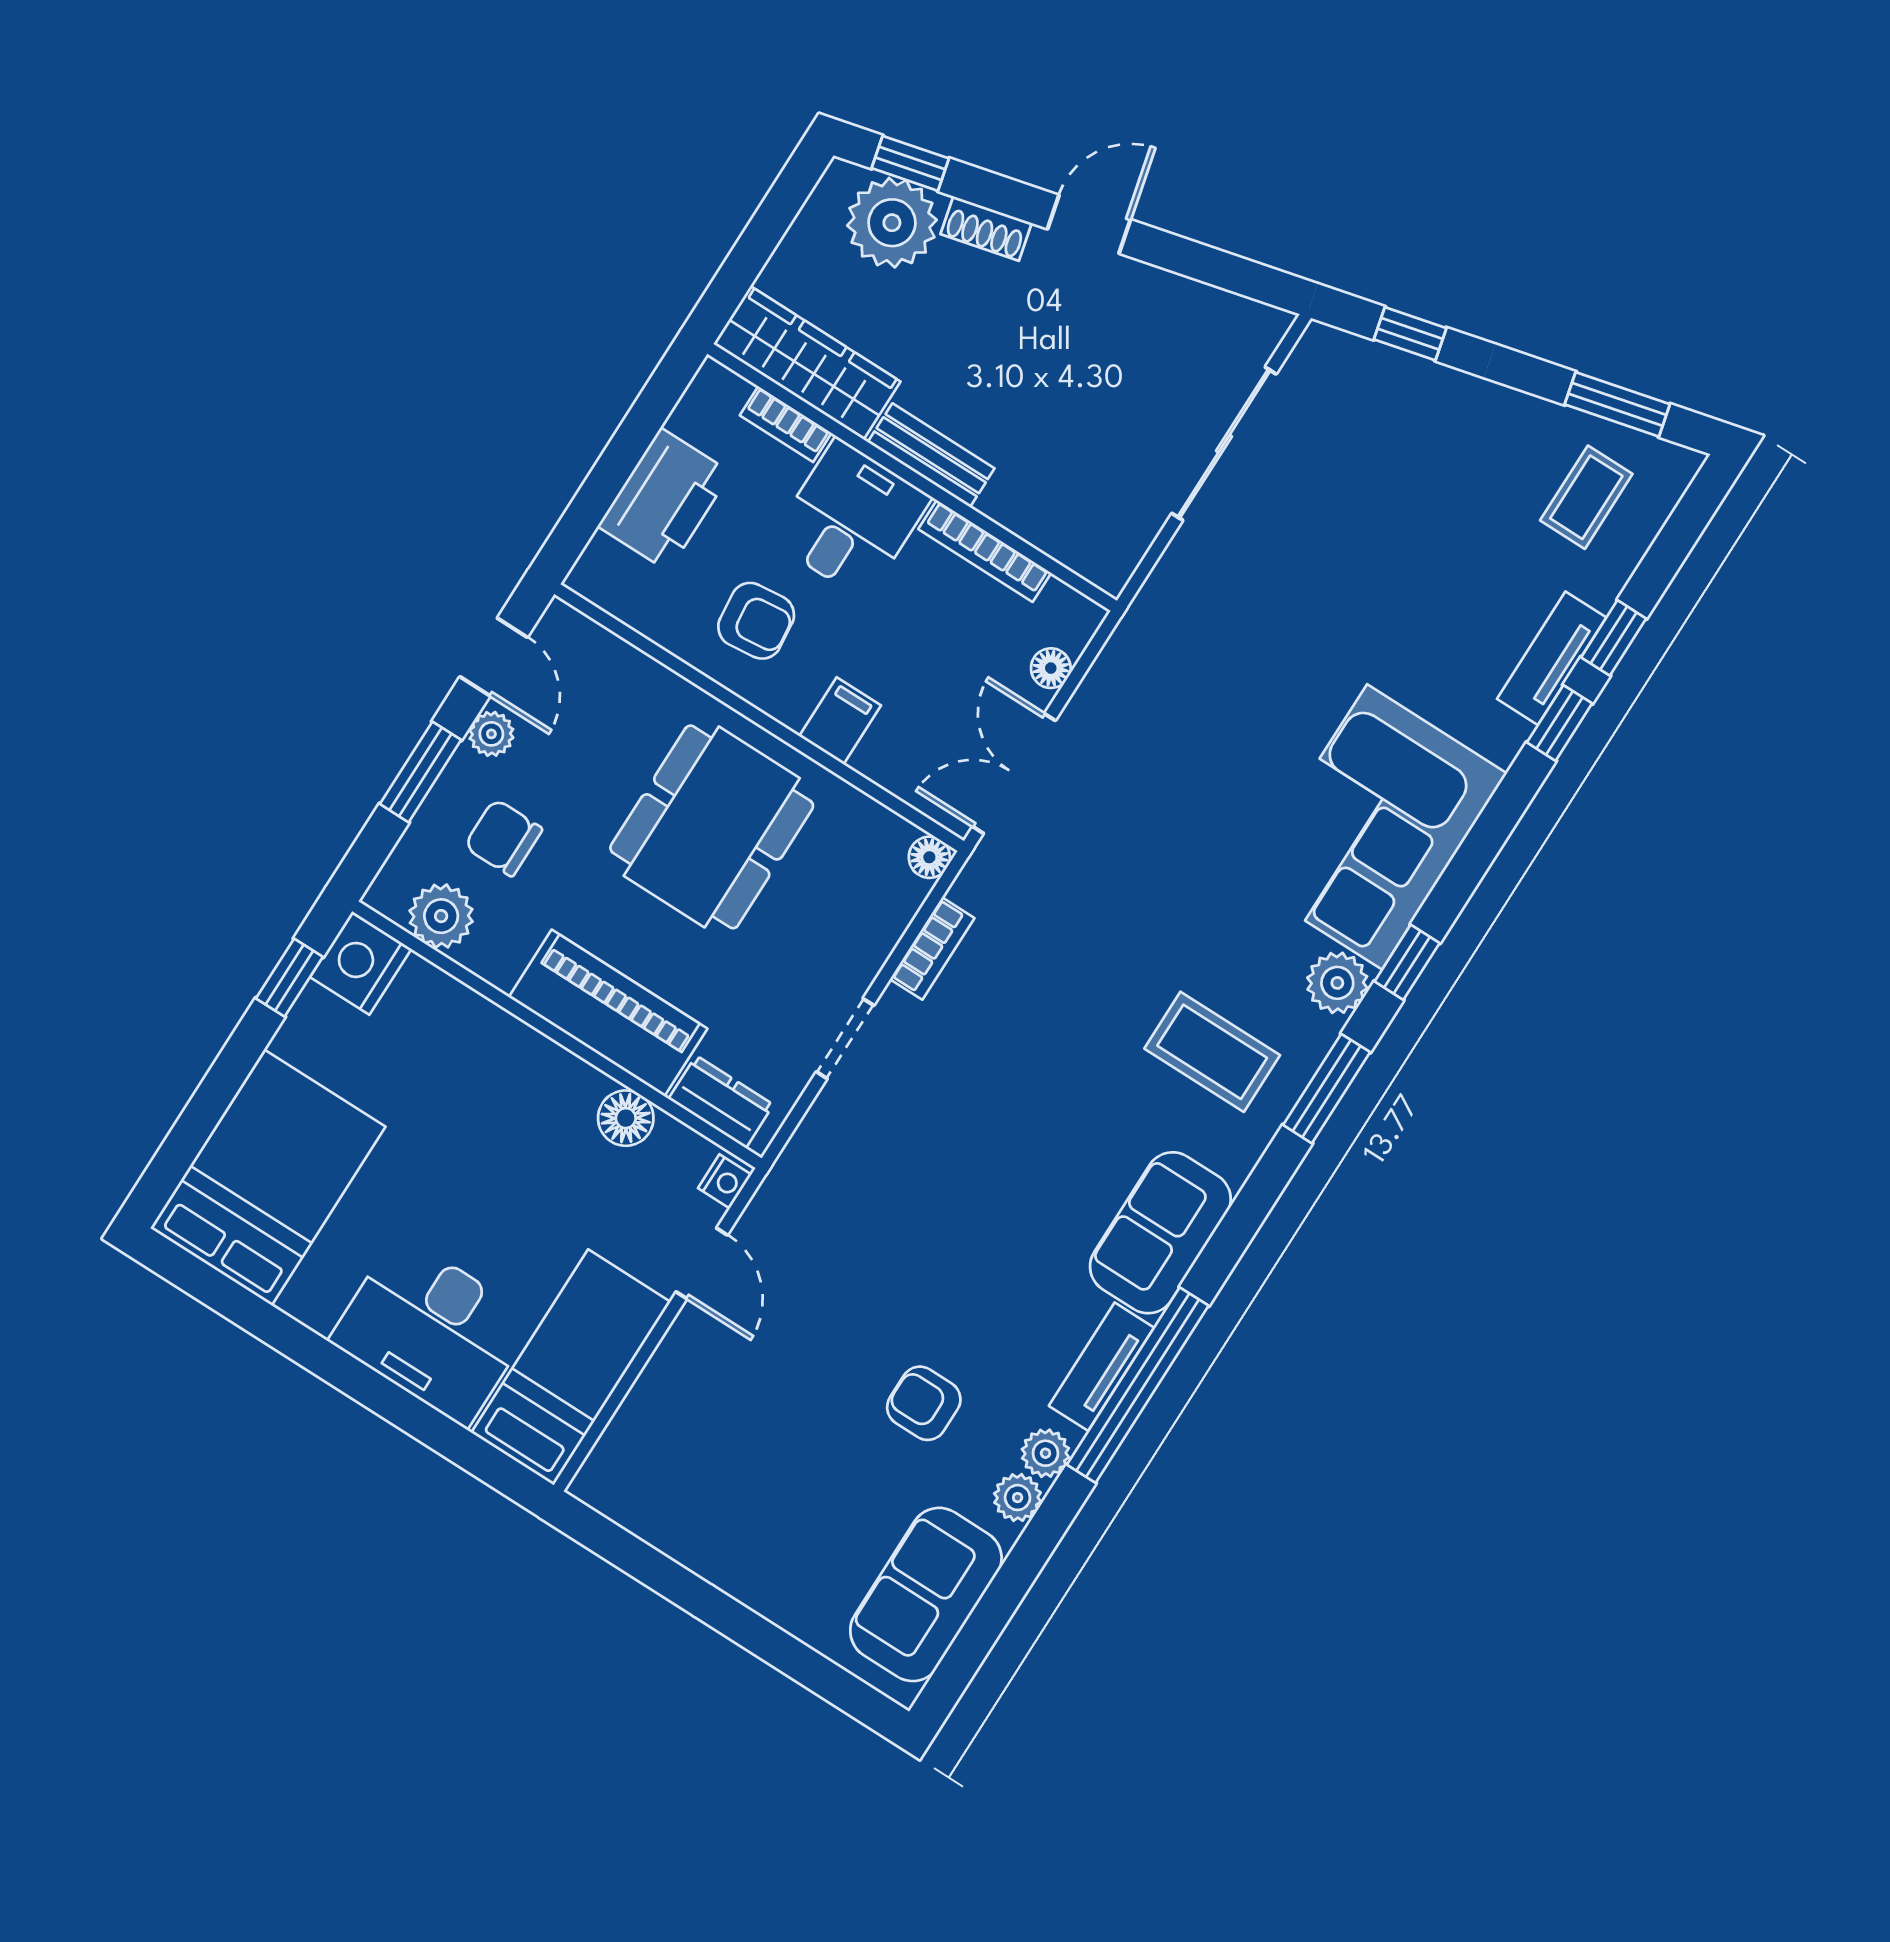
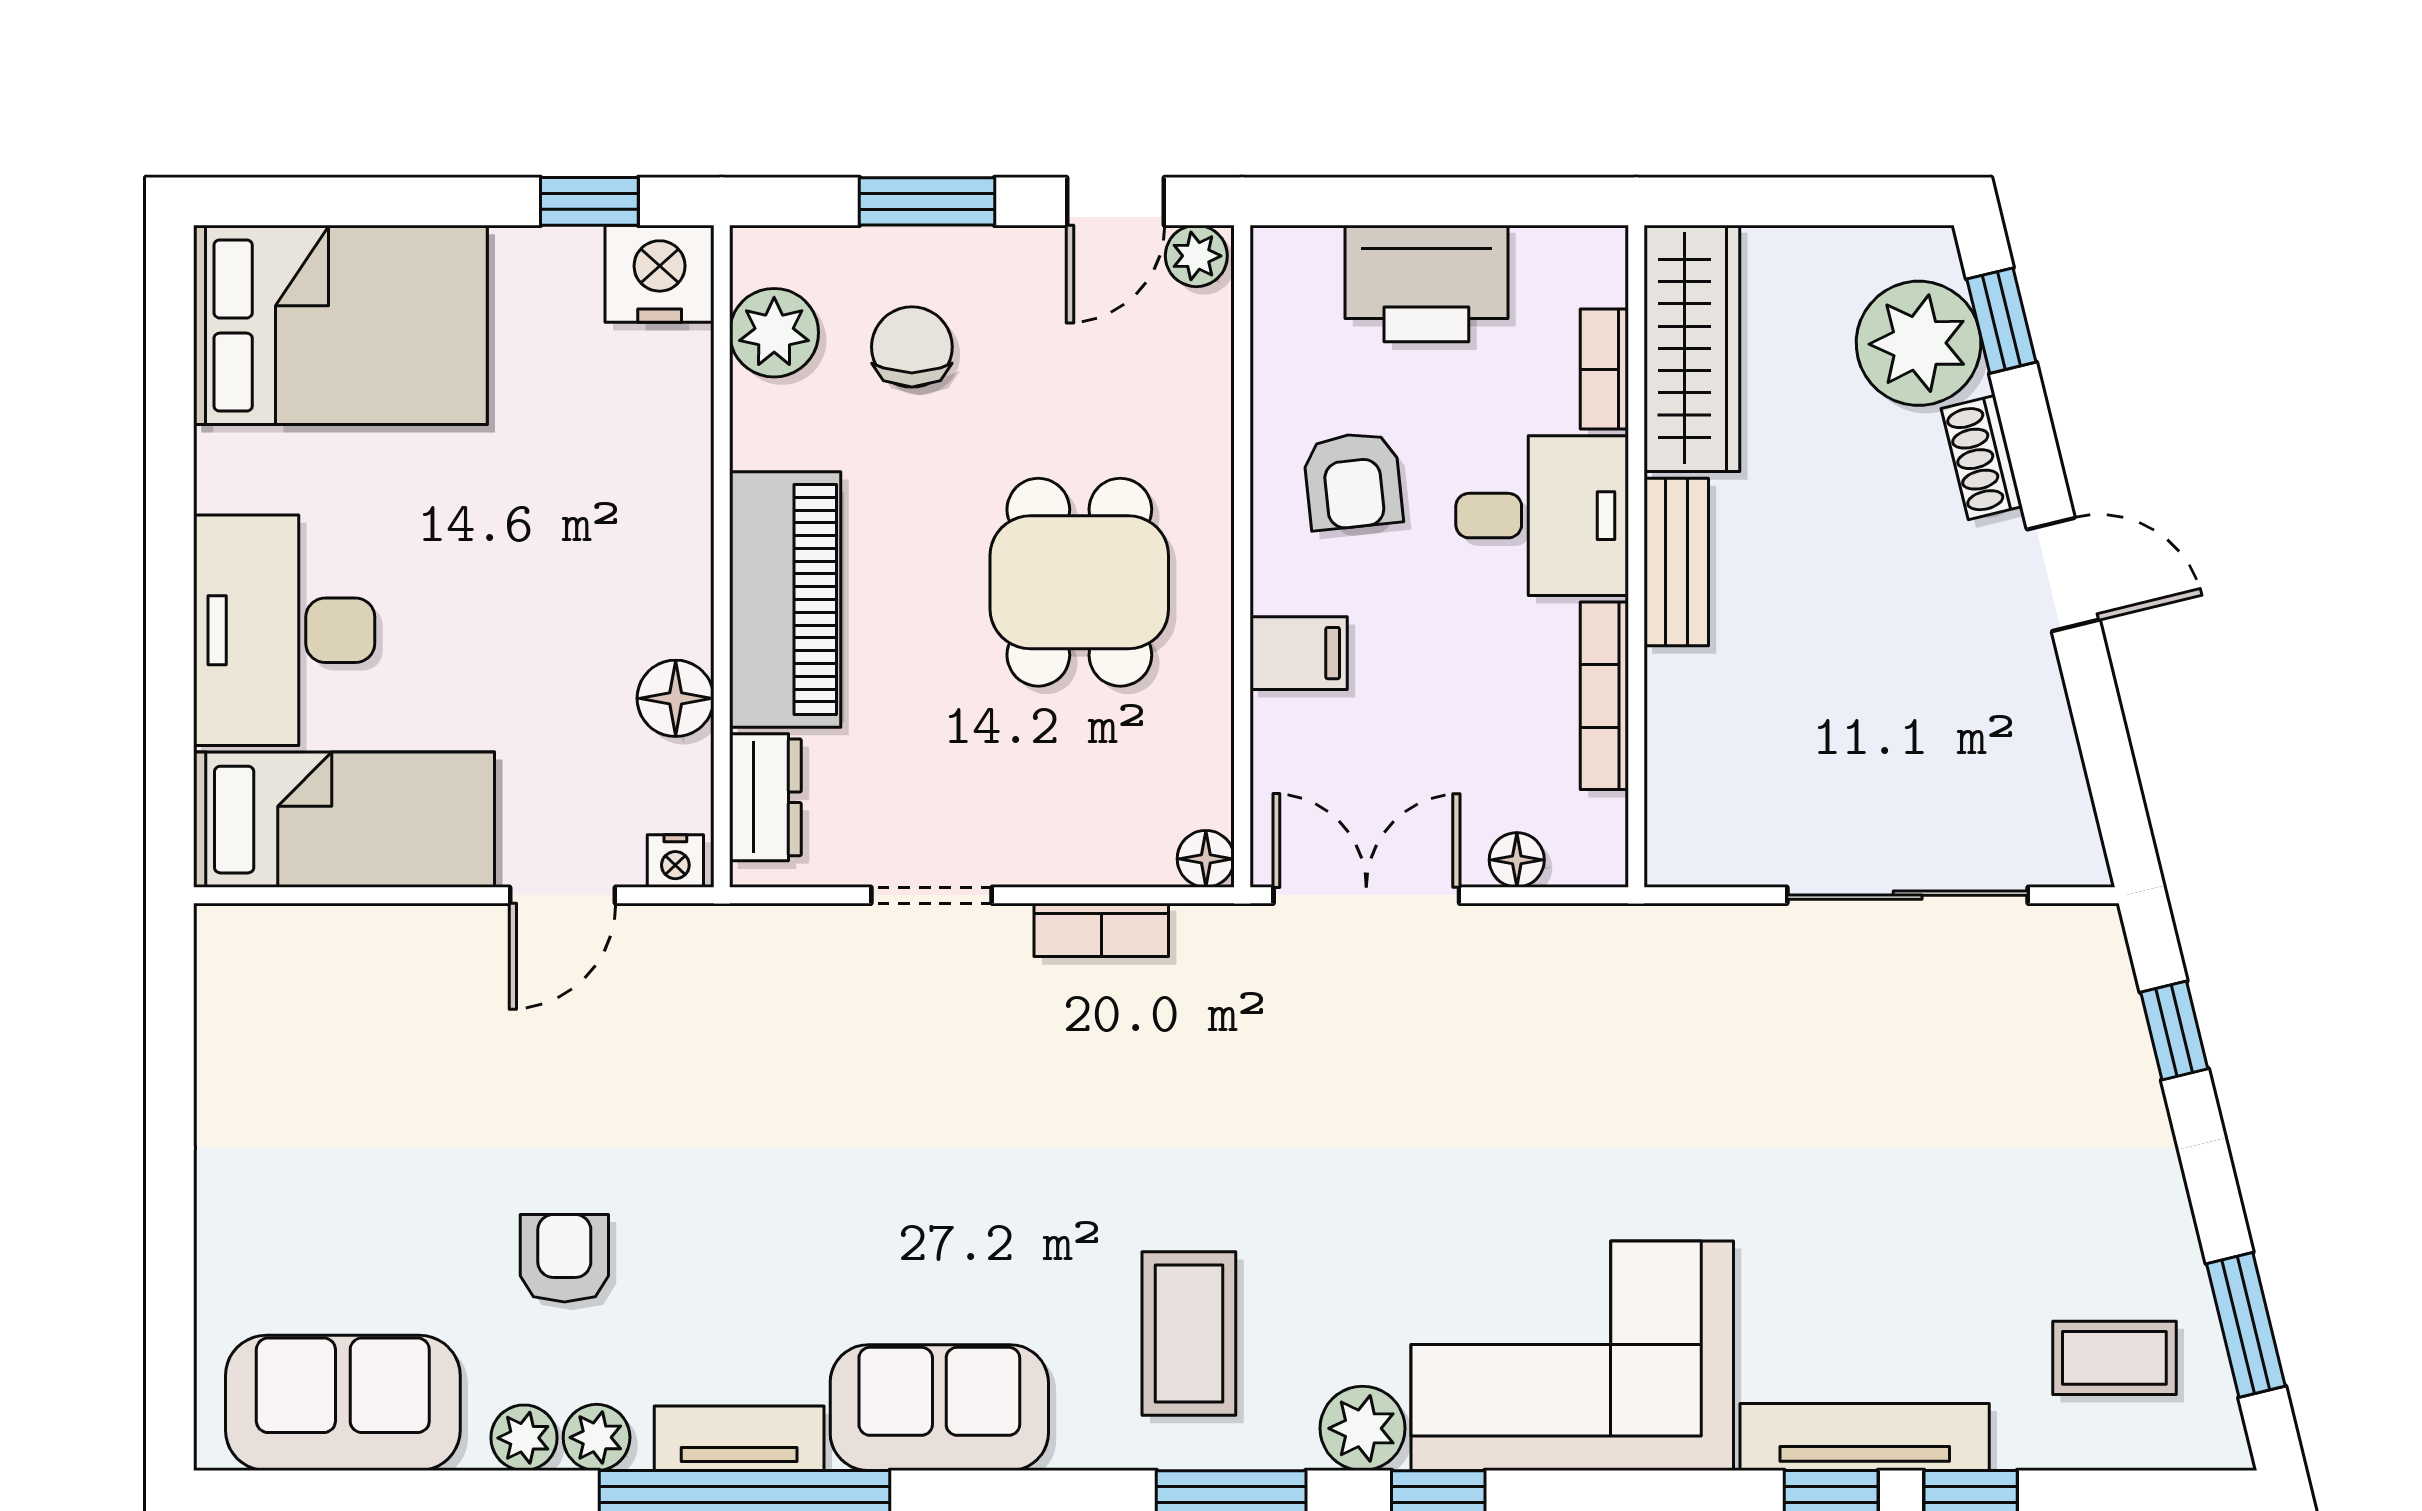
tv unit: (1552, 658) -> (1865, 1437), width x1.41
plant: (491, 734) -> (1196, 256), moved
dining table: (712, 827) -> (1079, 582), width x0.73

